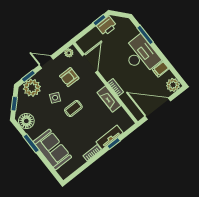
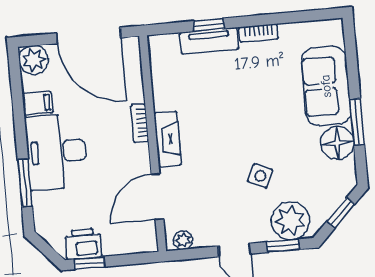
armchair: (69, 77) -> (211, 196), removed
fireplace: (109, 99) -> (168, 139), moved
coffee table: (73, 109) -> (240, 135), removed
floor lamp: (26, 121) -> (337, 143), moved

